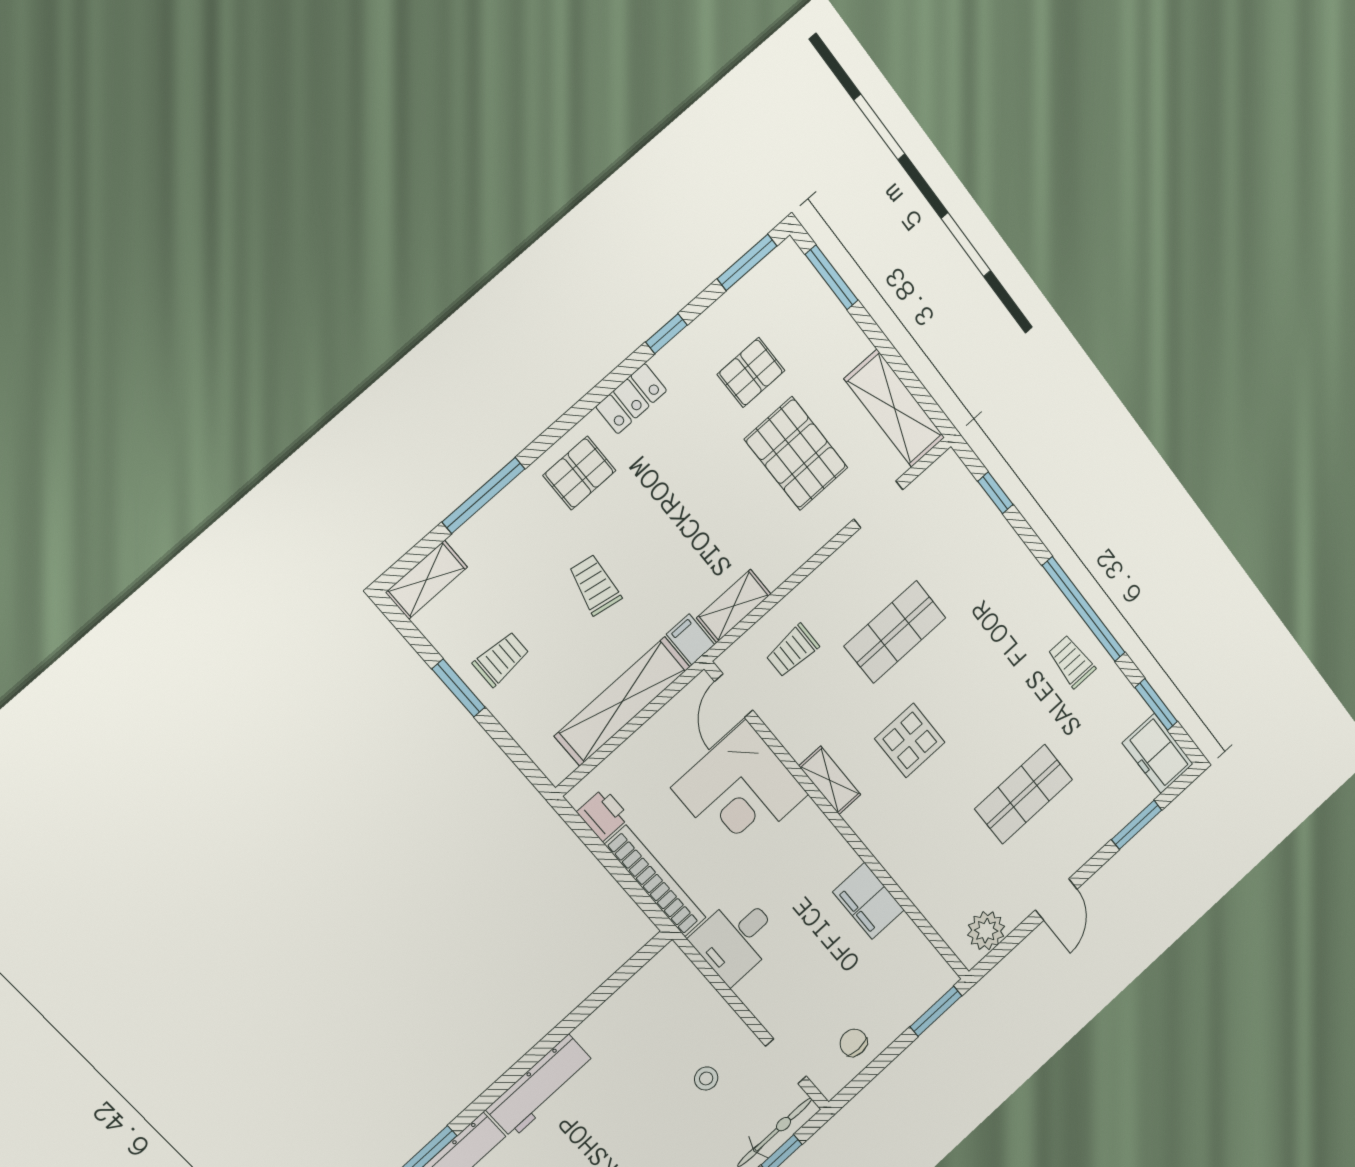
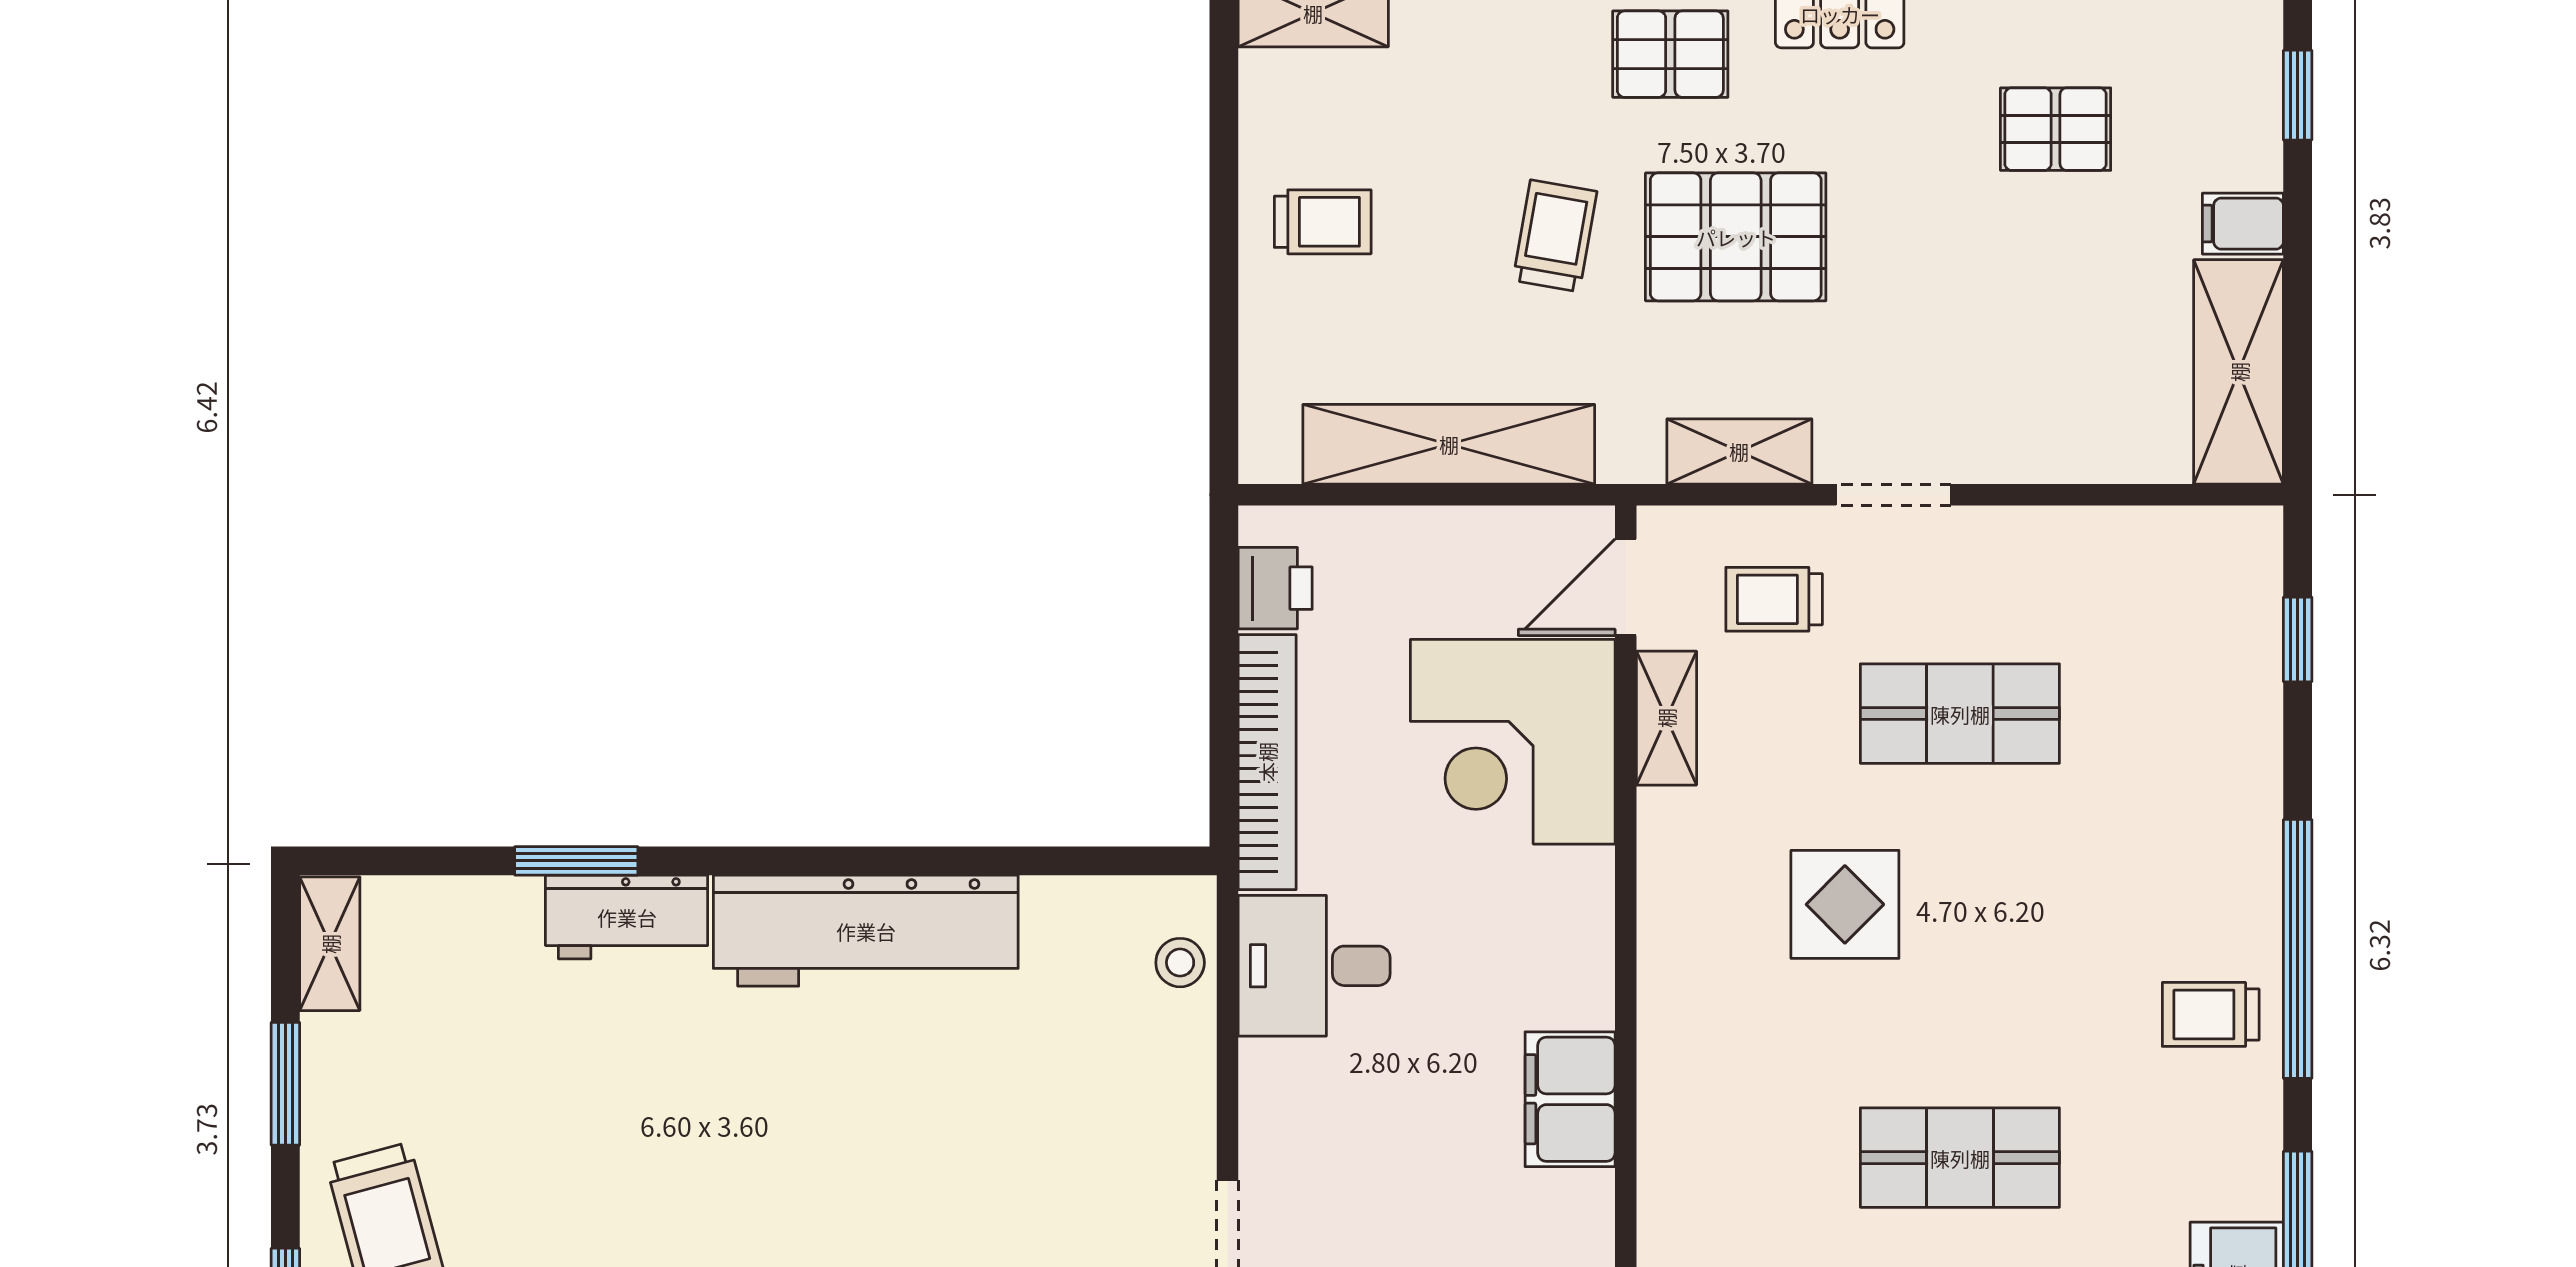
window: (832, 277) -> (2298, 95), width x0.67
pallet: (796, 454) -> (1736, 237), moved, turned 90
doorway: (878, 504) -> (1894, 495), moved
filing cabinet: (691, 639) -> (2243, 224), moved, turned -90
trolley: (1072, 661) -> (2211, 1014), turned -90
window: (458, 688) -> (1224, 209), removed
shelving: (830, 780) -> (1666, 718), moved
stool: (706, 1078) -> (1180, 963), moved
workbench: (541, 1086) -> (866, 931), width x1.36, depth x1.32

